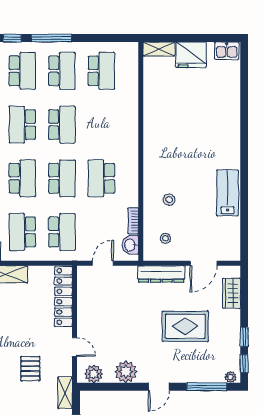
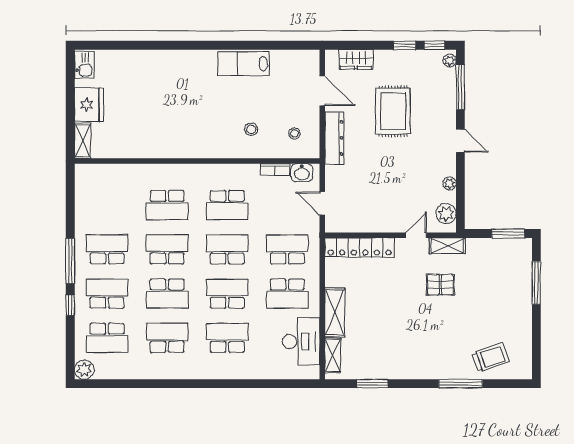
school desk: (101, 71) -> (167, 205), moved, turned 180
plant: (126, 372) -> (450, 183), width x0.53, depth x0.53
shelving: (65, 393) -> (447, 246), moved

